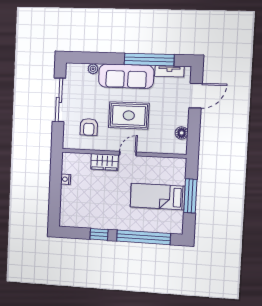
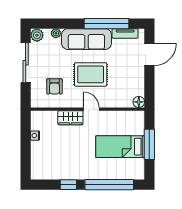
plant: (72, 70) -> (37, 35), added
floor lamp: (182, 133) -> (139, 102), moved
door: (128, 154) -> (91, 109), hinge flipped

